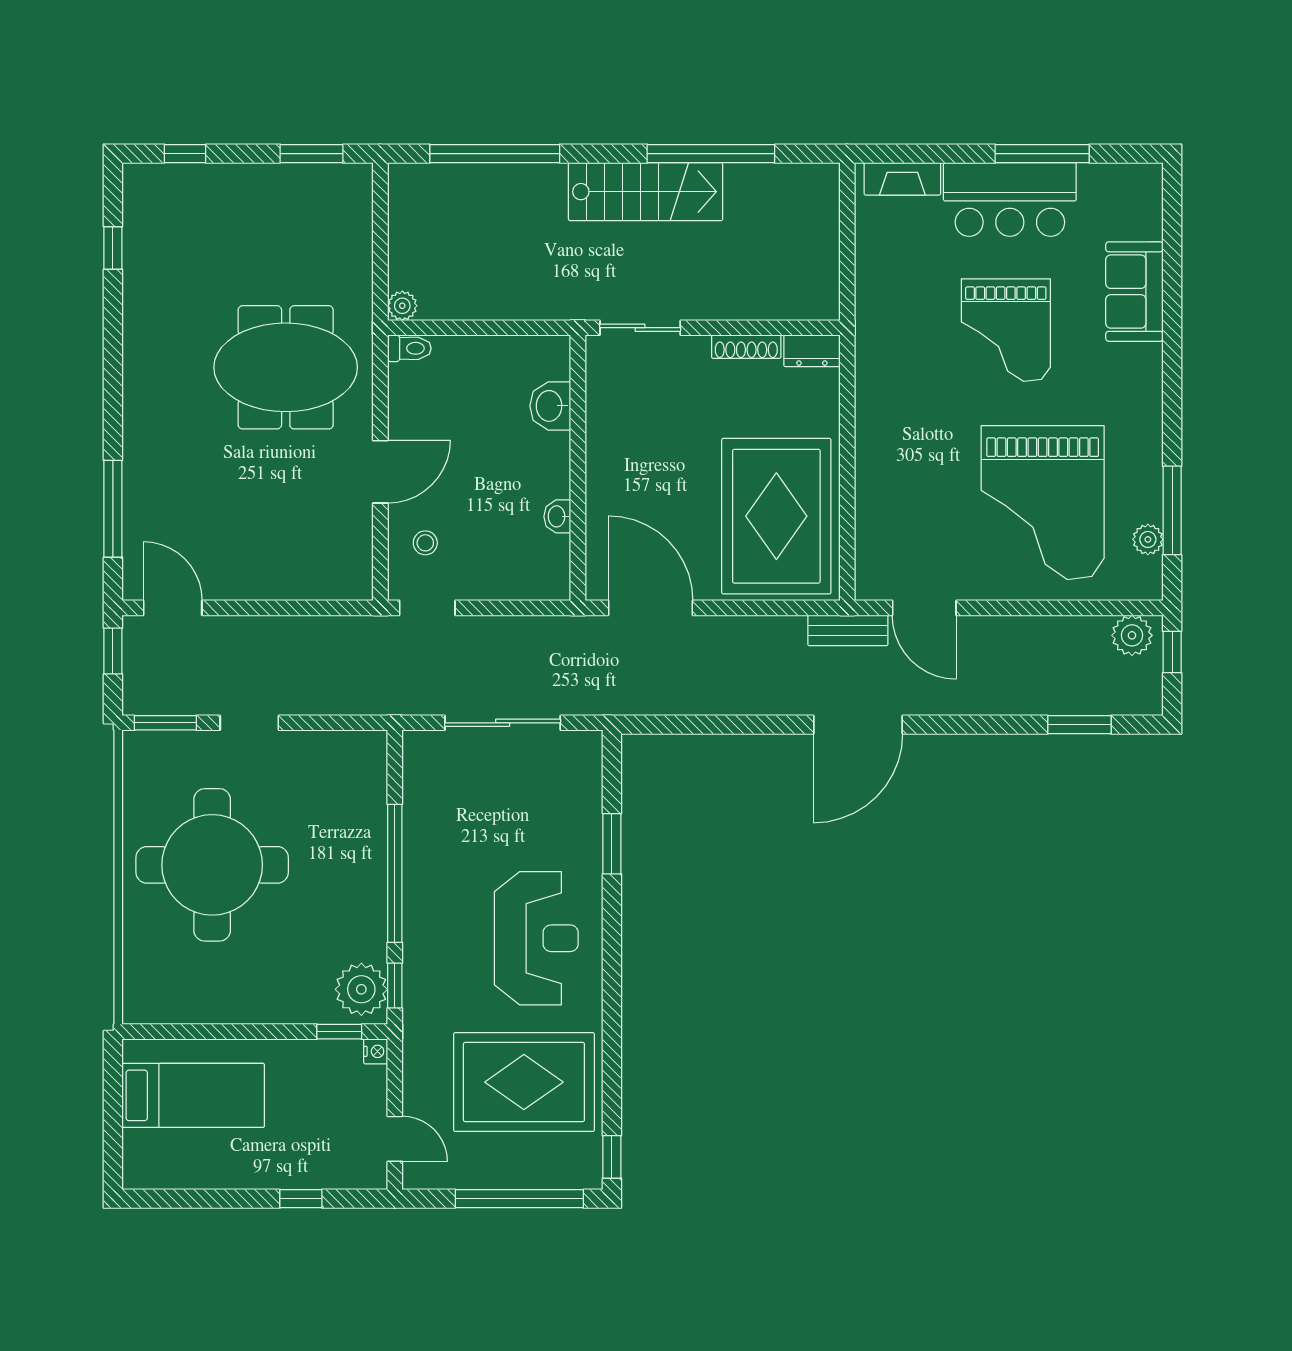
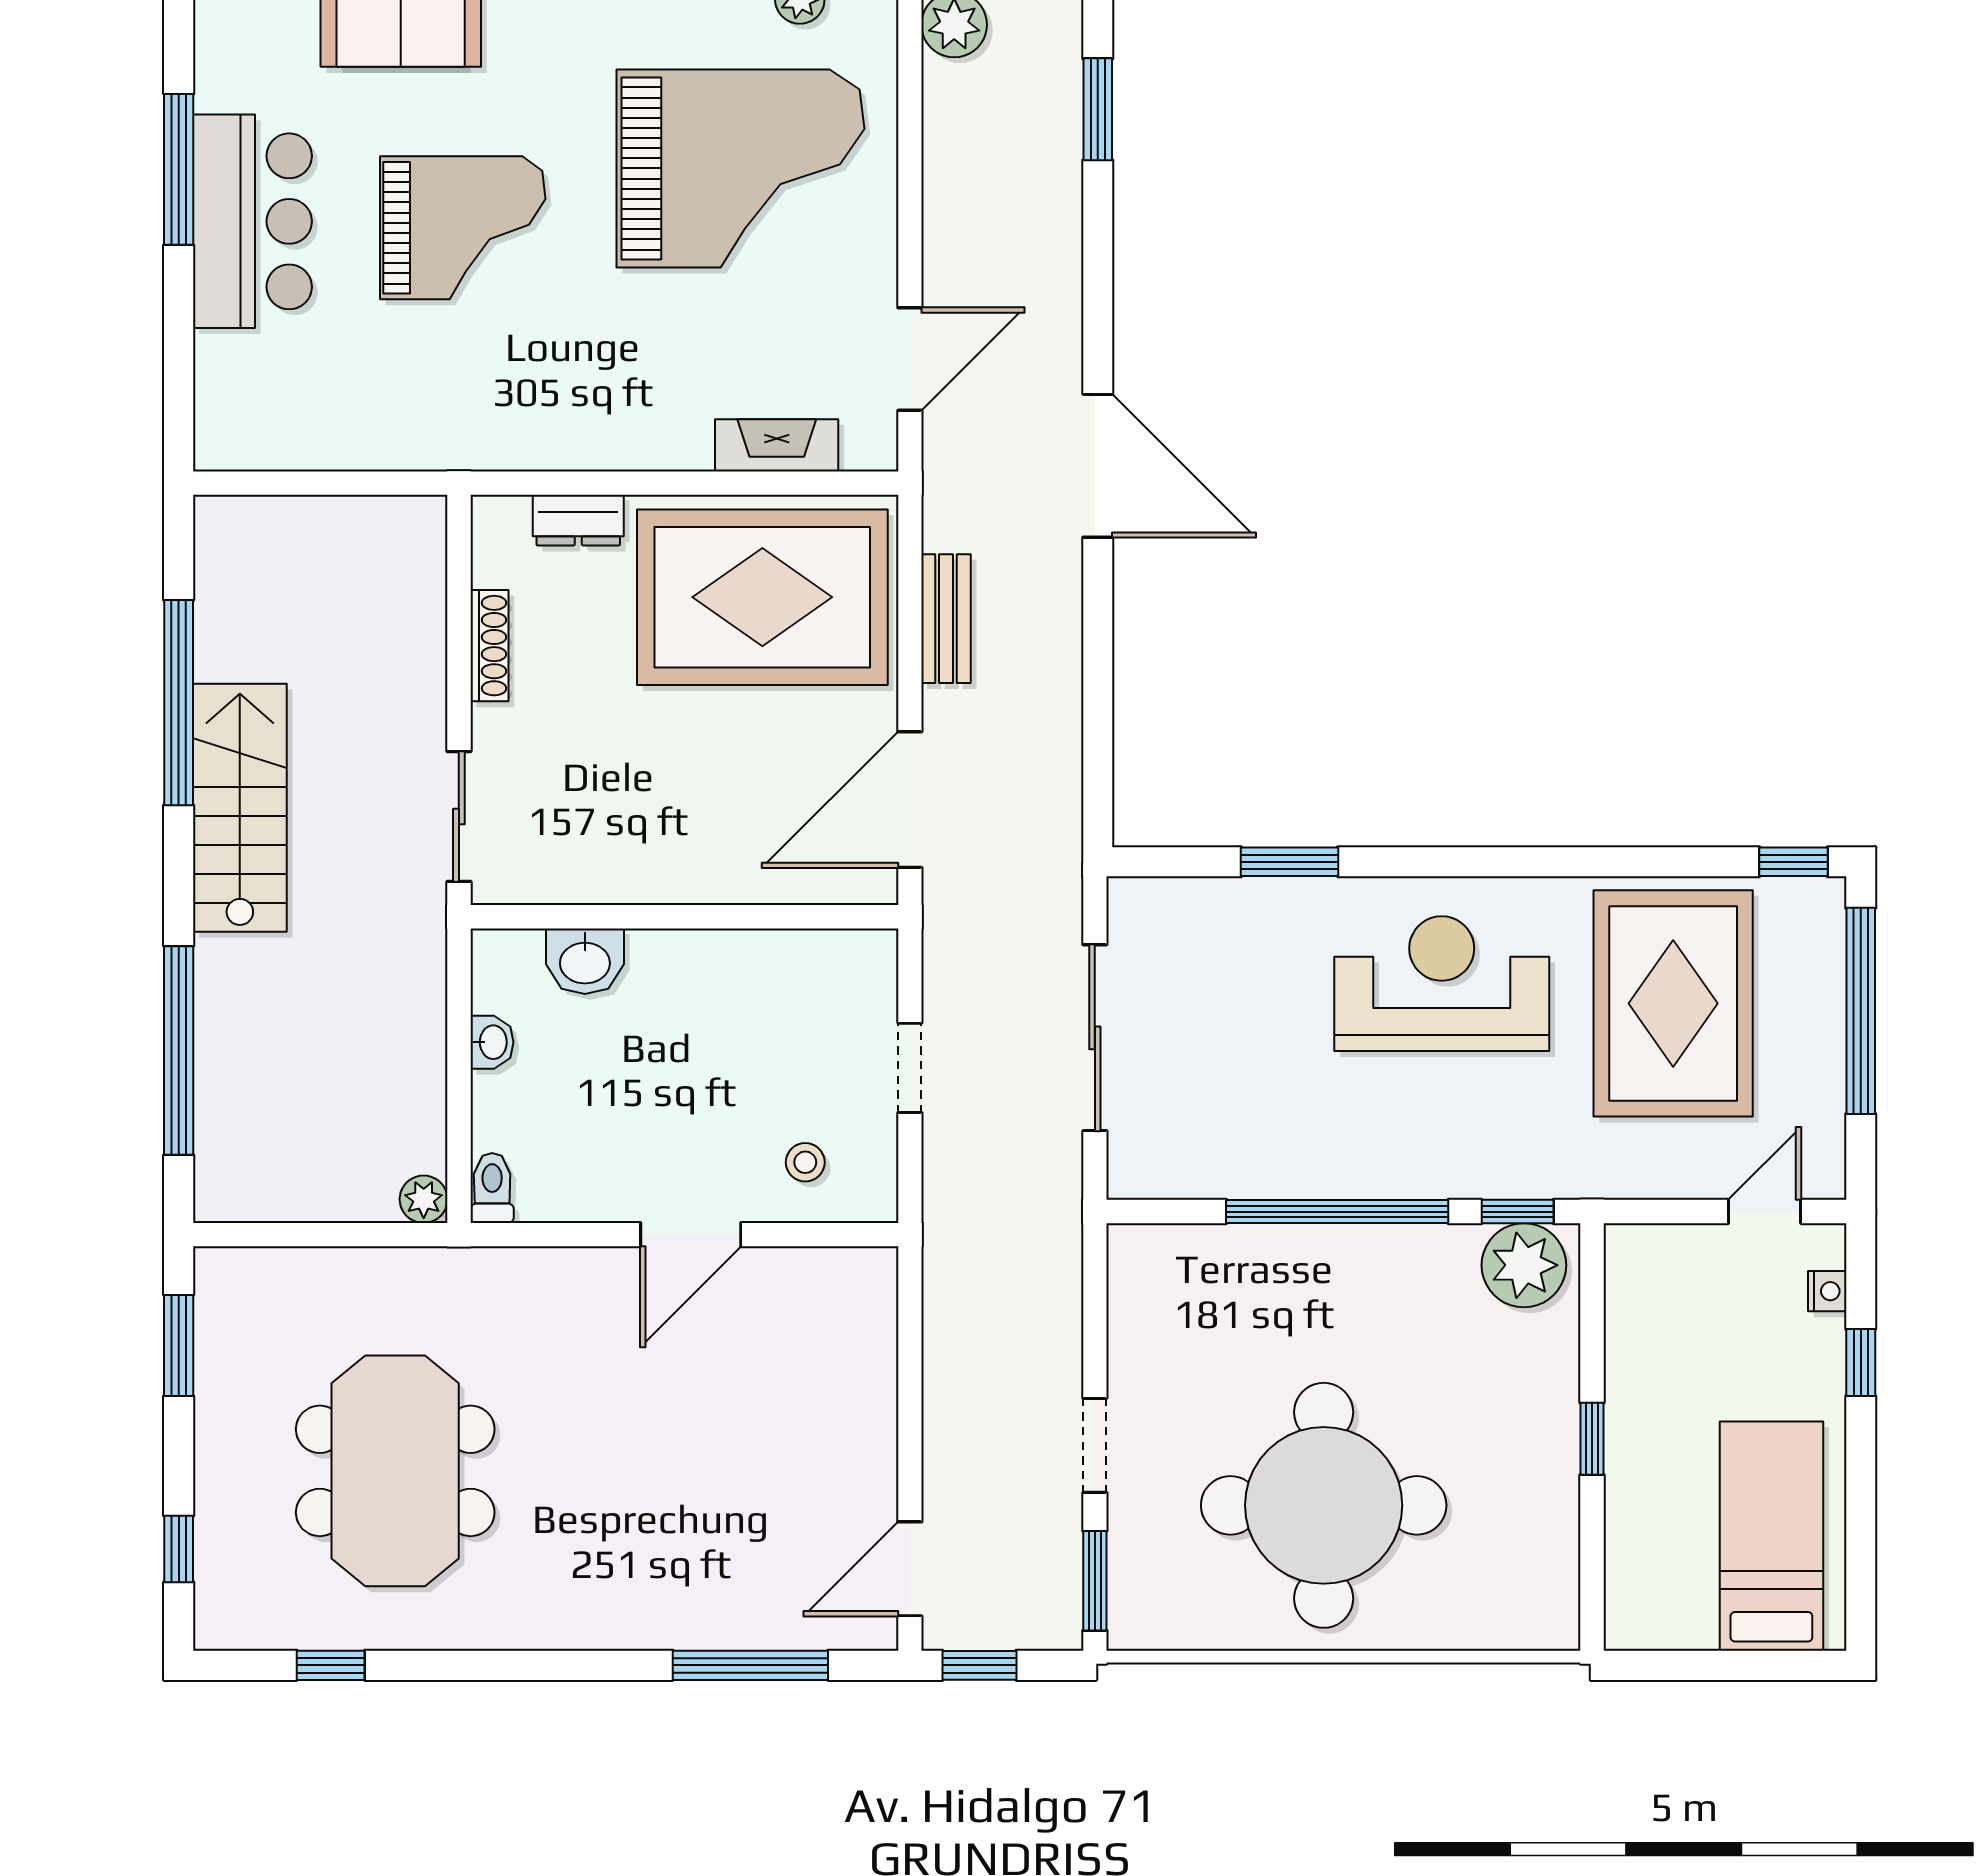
fireplace: (902, 179) -> (777, 445), moved, turned -90
dresser: (812, 351) -> (578, 520), moved, turned 90
meeting table: (286, 367) -> (395, 1471), moved
door: (380, 472) -> (691, 1235), swing flipped
washbasin: (557, 516) -> (492, 1042), moved, turned -90
doorway: (427, 608) -> (910, 1068), moved
bench: (848, 630) -> (946, 619), moved
window: (339, 1032) -> (1592, 1439), moved
nightstand: (376, 1051) -> (1827, 1291), moved, turned 90
bed: (193, 1095) -> (1771, 1536), moved

